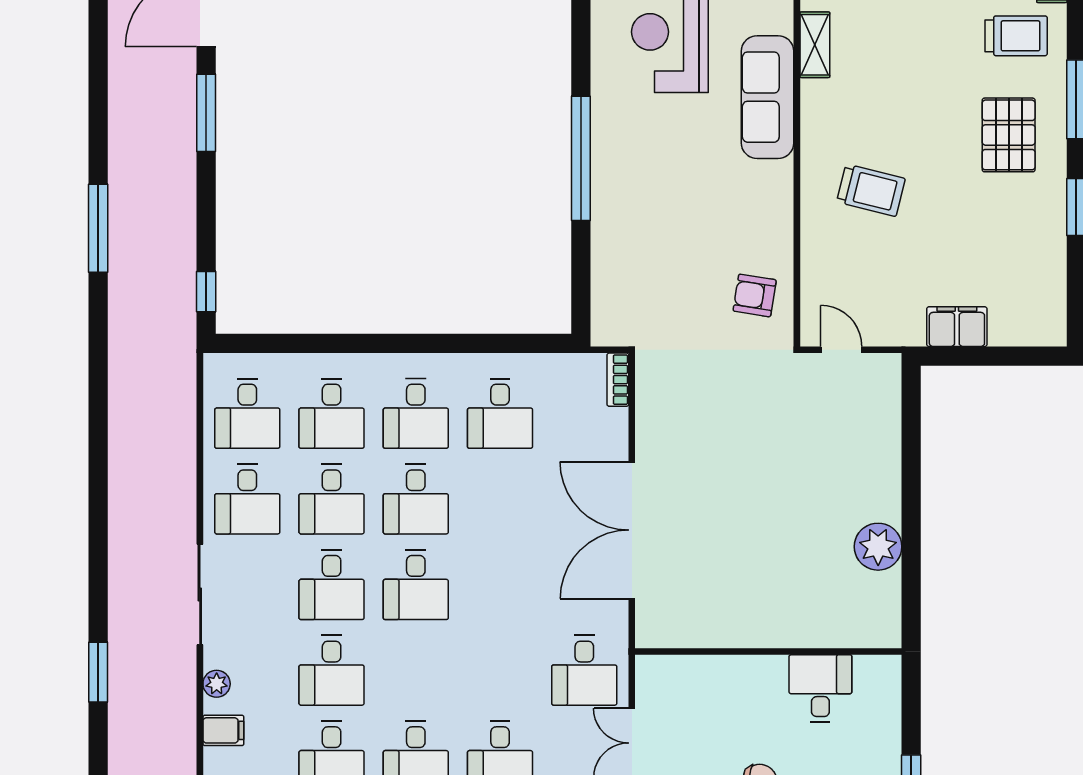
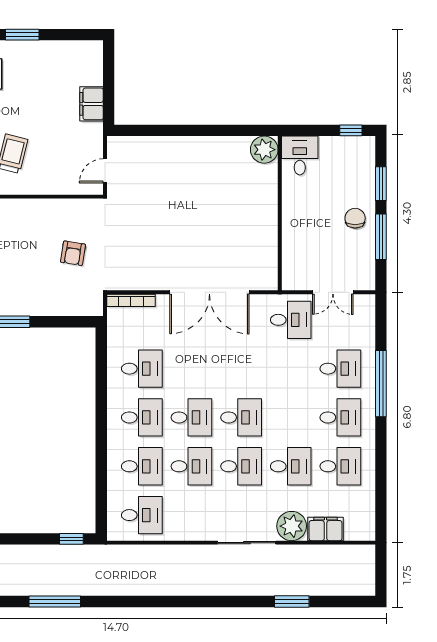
window: (98, 228) -> (55, 601), moved
armchair: (755, 295) -> (73, 253), moved
bookcase: (618, 380) -> (131, 300), width x1.56
desk: (247, 499) -> (191, 515), removed
plant: (878, 547) -> (264, 150), moved
plant: (217, 684) -> (292, 526), width x1.87, depth x1.87
desk: (820, 688) -> (300, 155), moved, turned 90
filing cabinet: (223, 730) -> (326, 529), width x2.00

